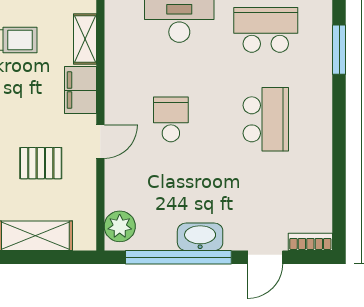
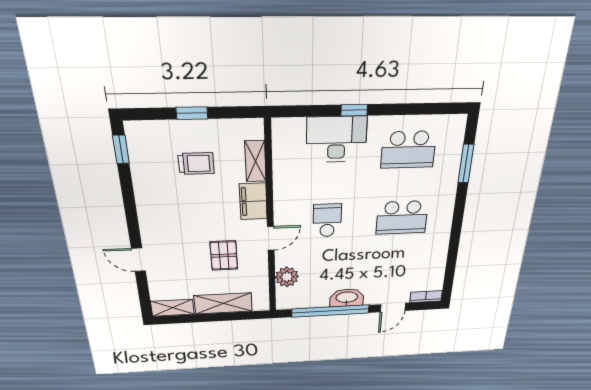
school desk: (266, 30) -> (408, 150), turned 180
school desk: (266, 119) -> (402, 218), turned 90
pallet: (41, 163) -> (224, 255), turned 90
plant: (120, 226) -> (287, 277), moved

